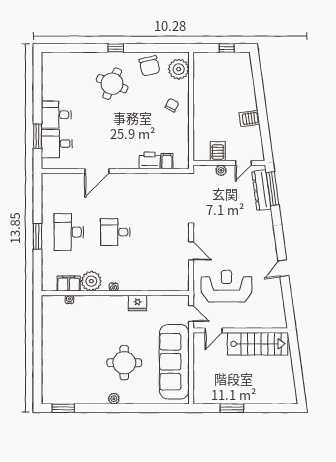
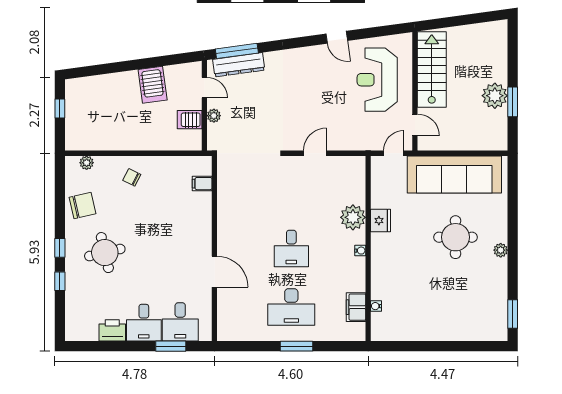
window: (89, 48) -> (60, 281), added
plant: (179, 69) -> (87, 163), width x0.53, depth x0.53
round table: (112, 84) -> (105, 253), turned -36
server rack: (249, 119) -> (153, 85), width x1.36, depth x1.44
printer: (150, 160) -> (112, 330), moved, turned 90
plant: (91, 281) -> (353, 217), moved
reception desk: (226, 286) -> (377, 80), moved
plant: (237, 394) -> (495, 96), added

